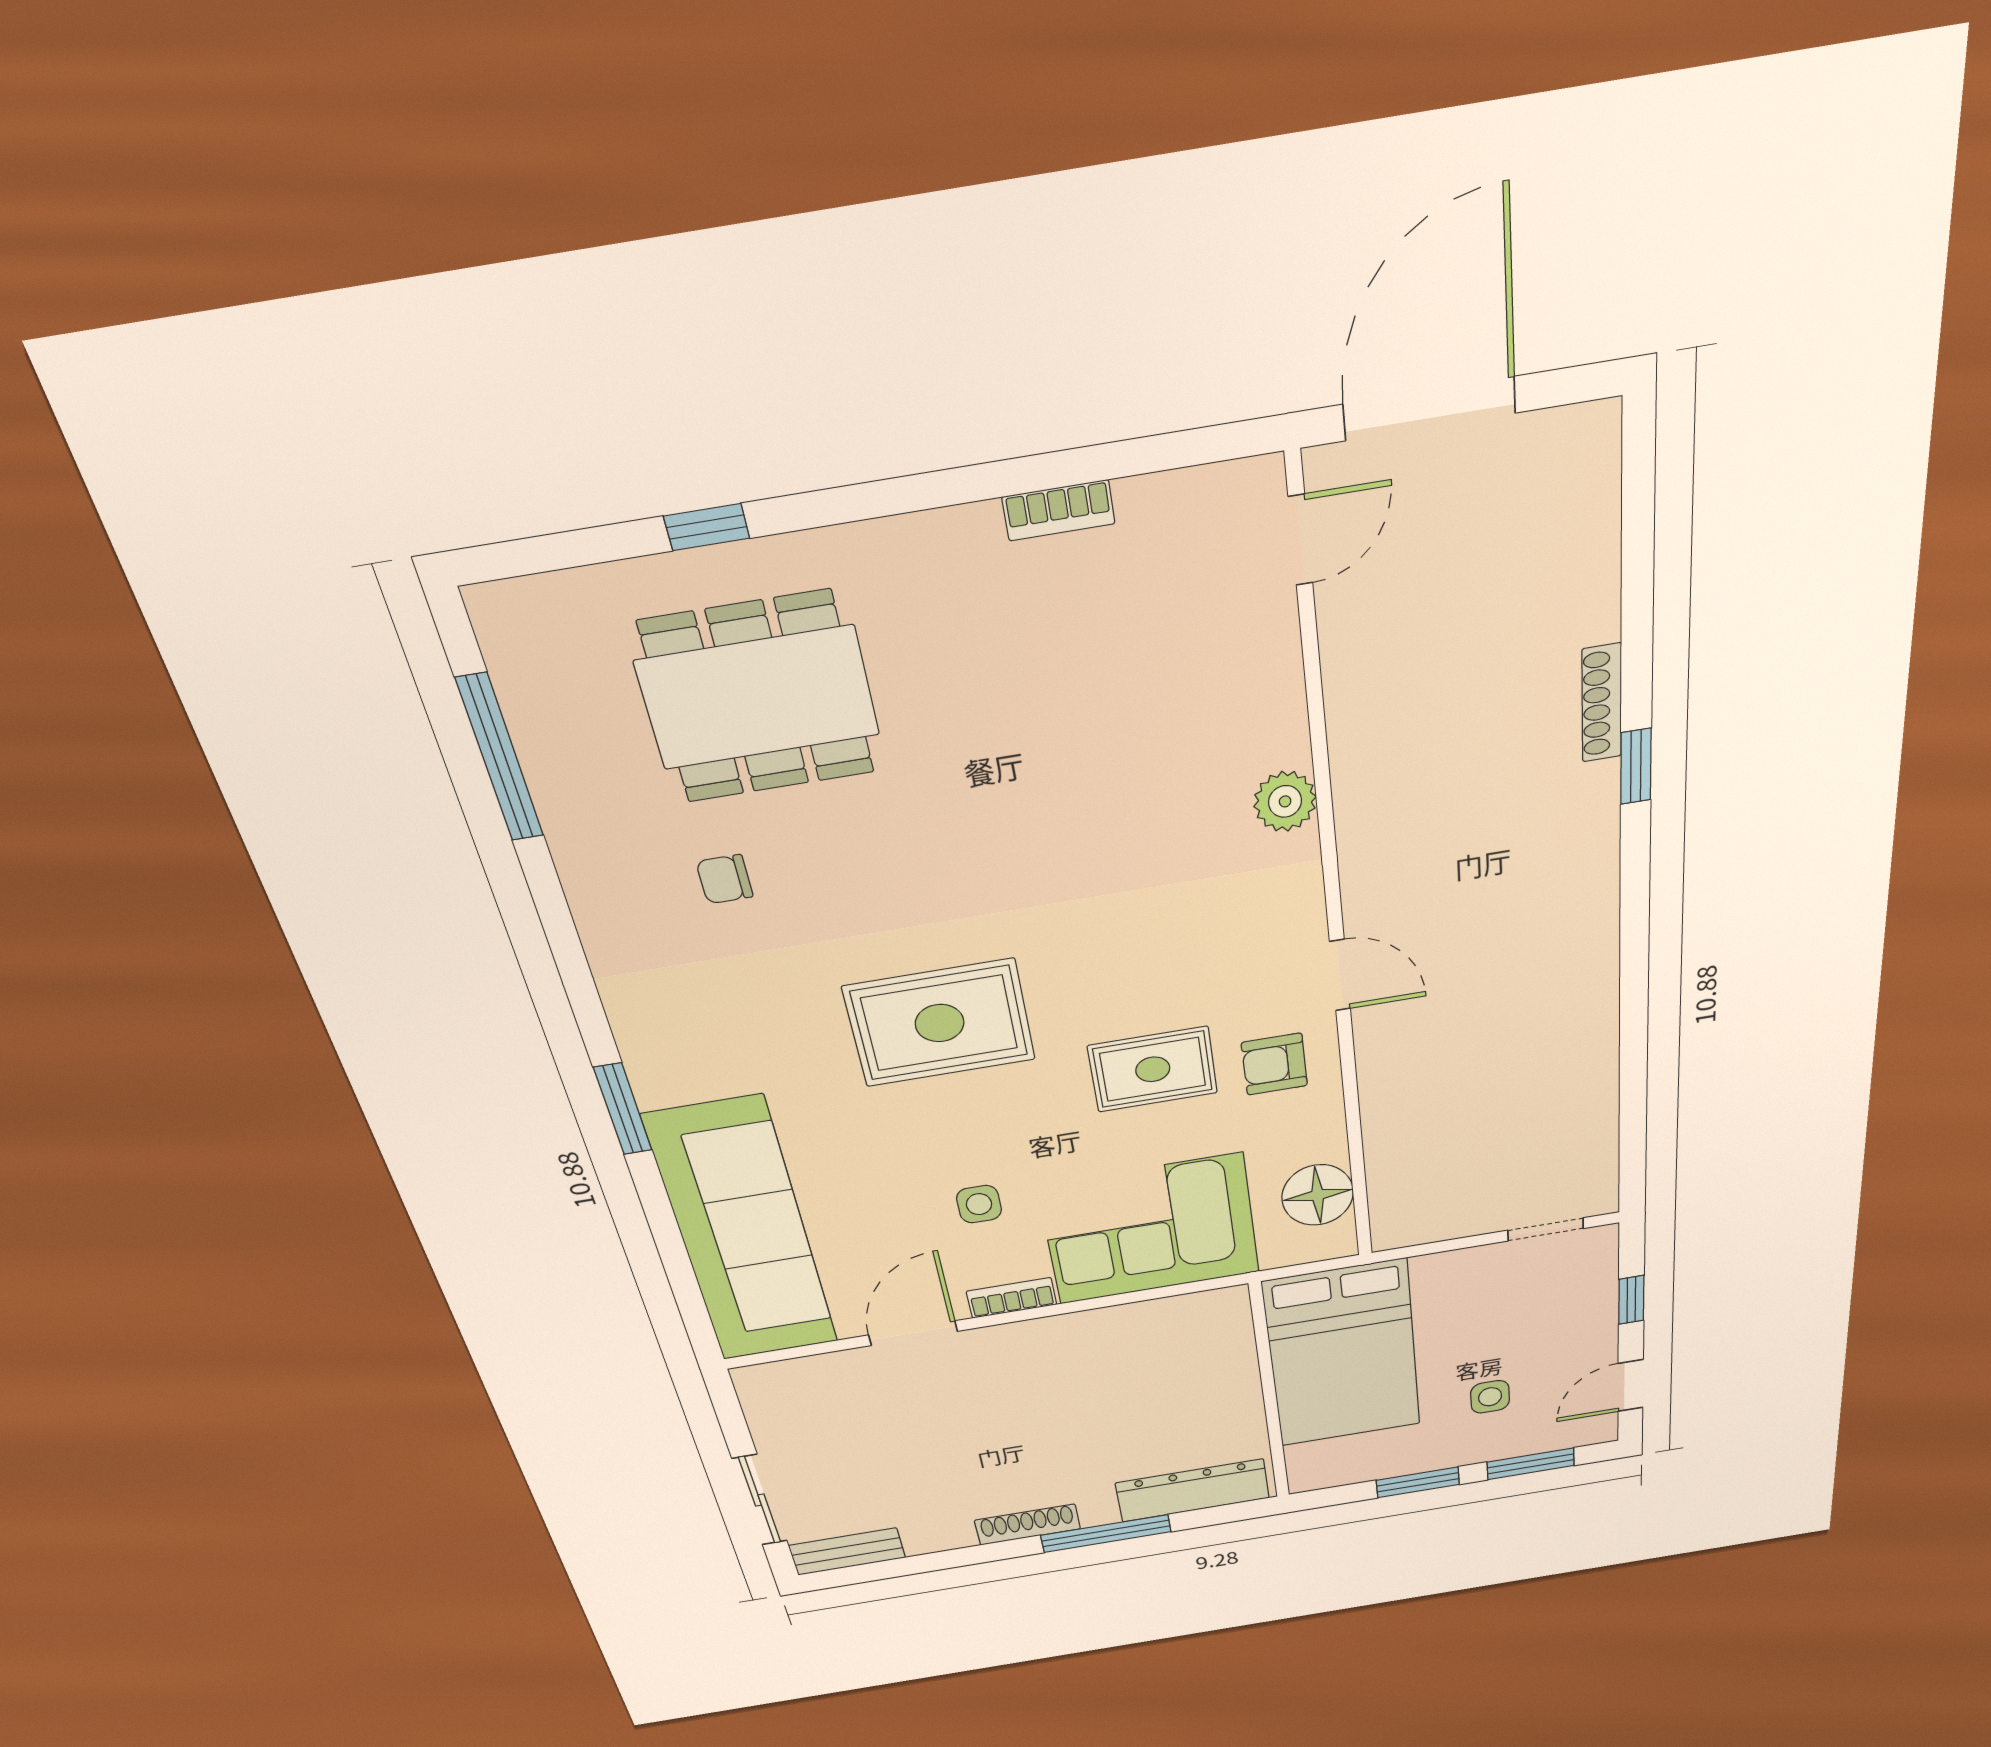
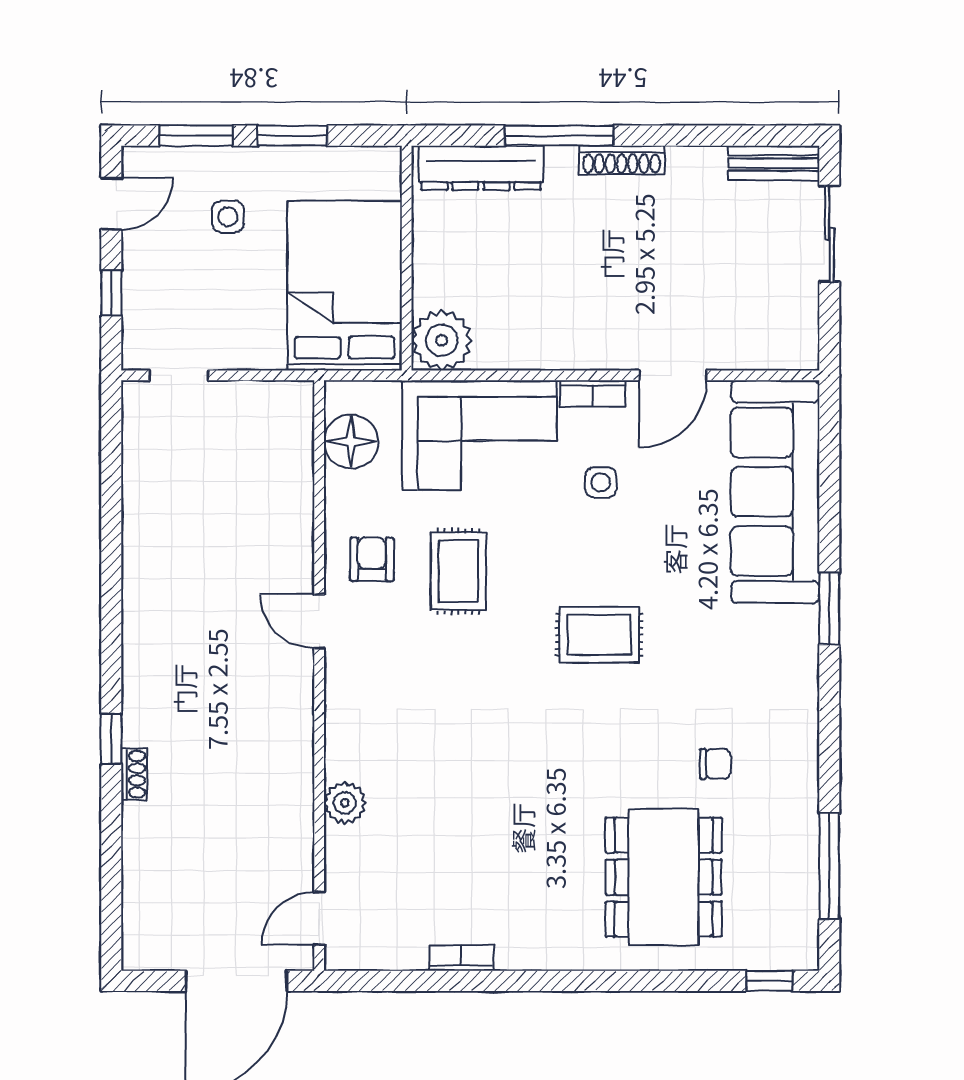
window: (707, 527) -> (769, 981), moved
dining table: (758, 698) -> (664, 877), turned 90
shoe rack: (1602, 703) -> (134, 774), width x0.70
plant: (1285, 801) -> (345, 803), moved
rug: (940, 1023) -> (599, 635), width x0.73, depth x0.70
armchair: (1274, 1064) -> (372, 559), turned -90
rug: (1153, 1069) -> (458, 571), turned 90
plant: (1214, 1320) -> (442, 340), added

